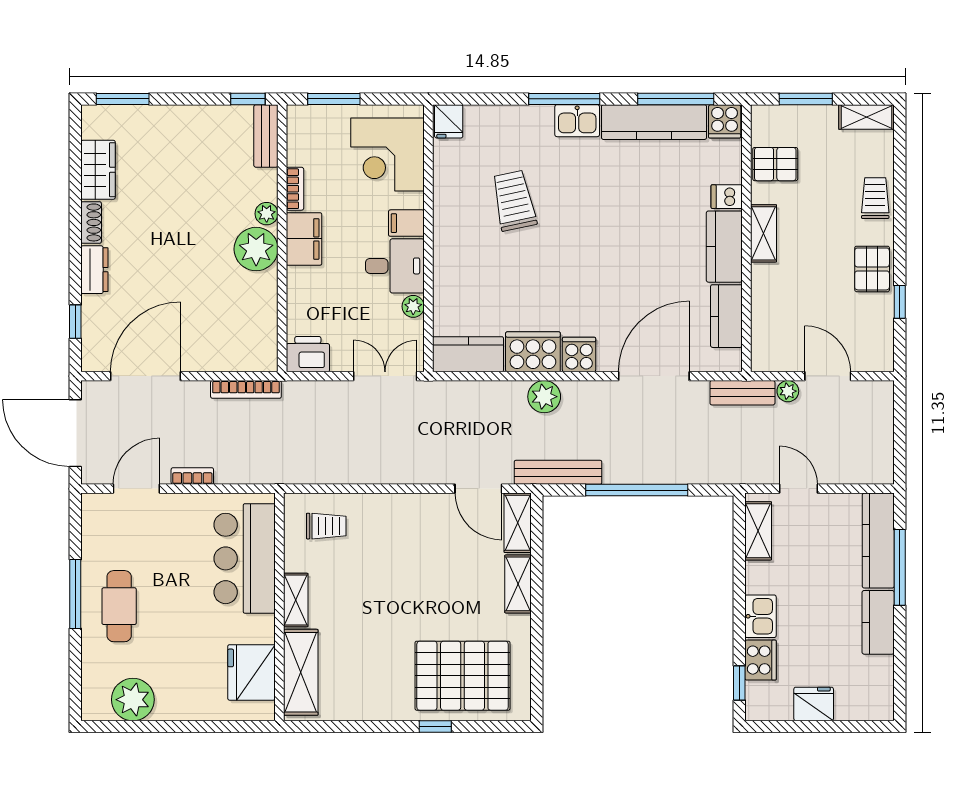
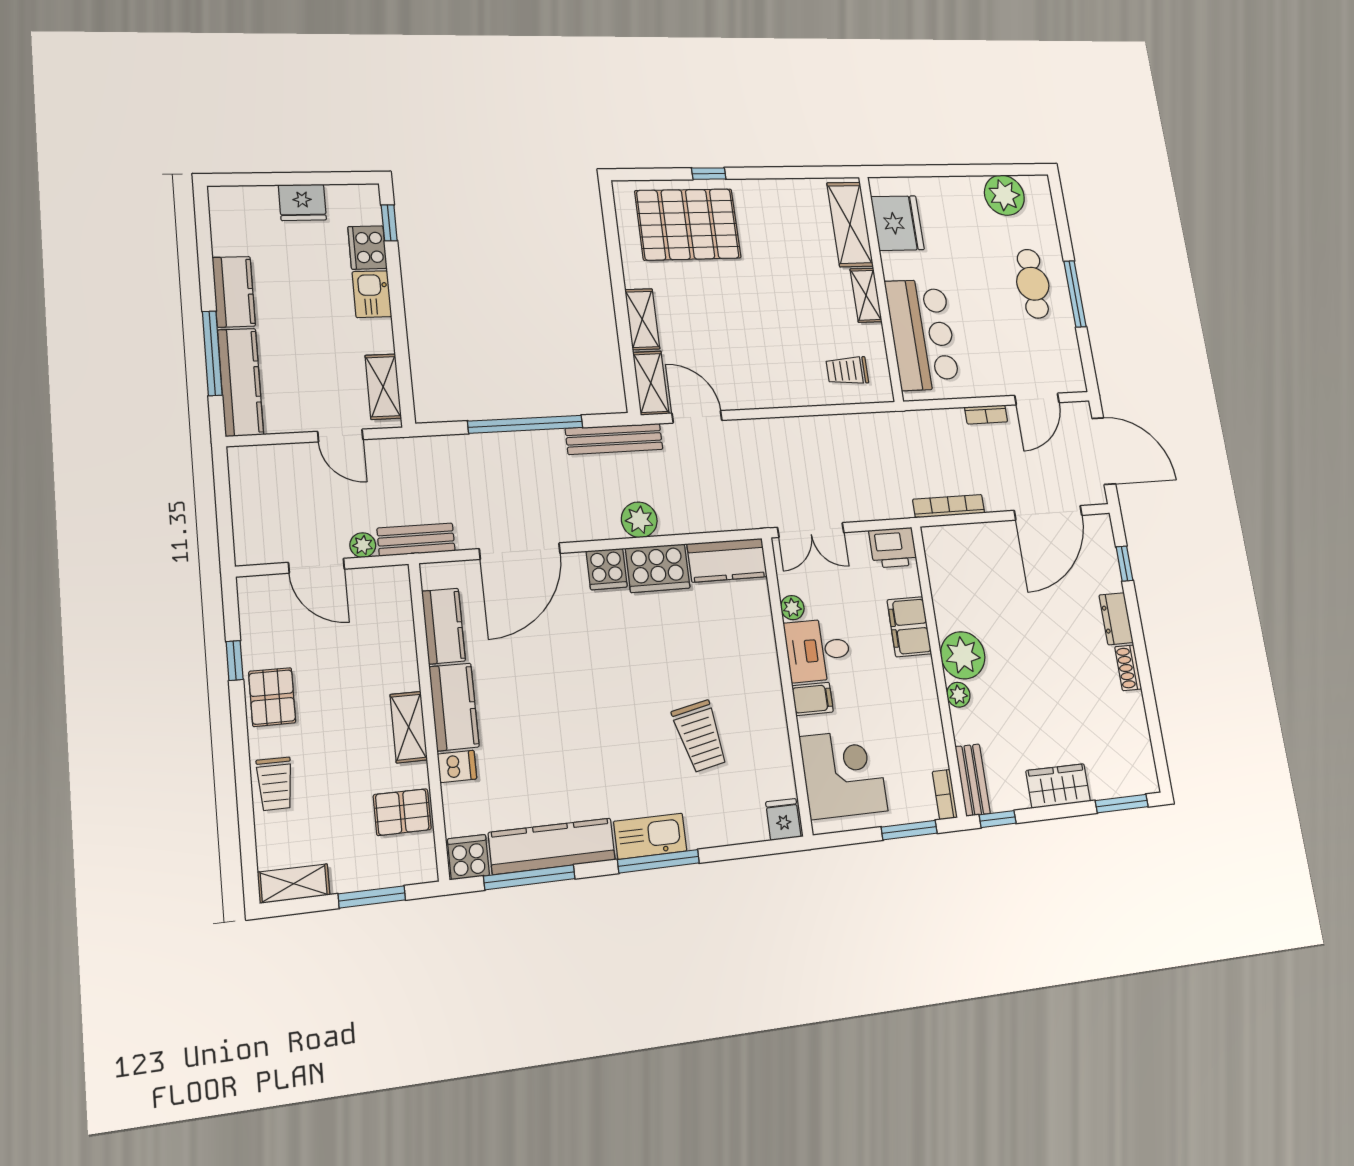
kitchen sink: (577, 121) -> (650, 836), width x1.38
wardrobe: (98, 170) -> (1058, 786), moved, turned 90
bookcase: (295, 189) -> (945, 795), moved
filing cabinet: (304, 239) -> (909, 627), moved

